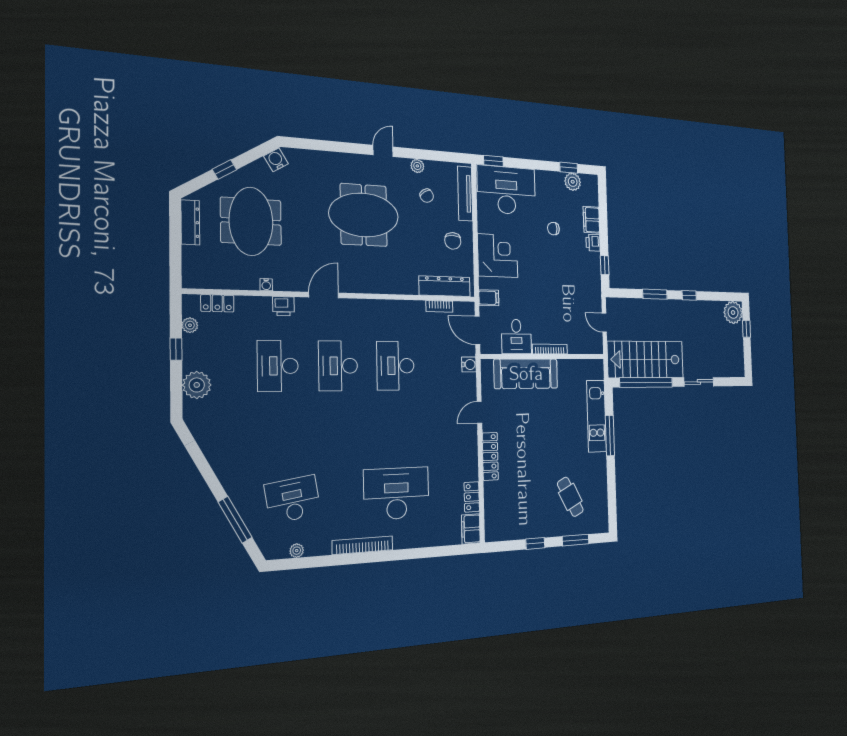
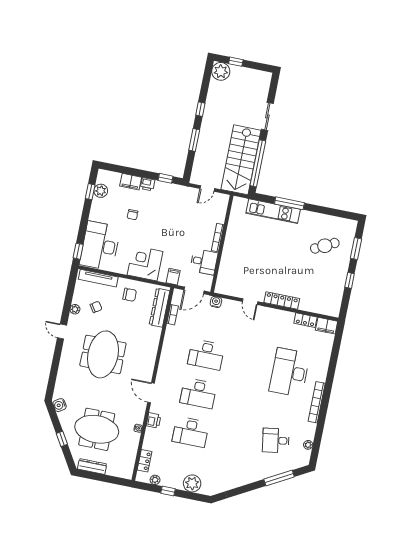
sofa: (526, 374) -> (231, 260), removed
desk: (293, 499) -> (276, 441), width x0.73

